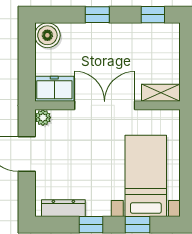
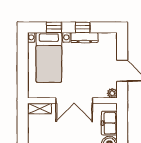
freezer: (54, 89) -> (109, 123), moved, turned 90
dresser: (63, 208) -> (84, 38), moved

